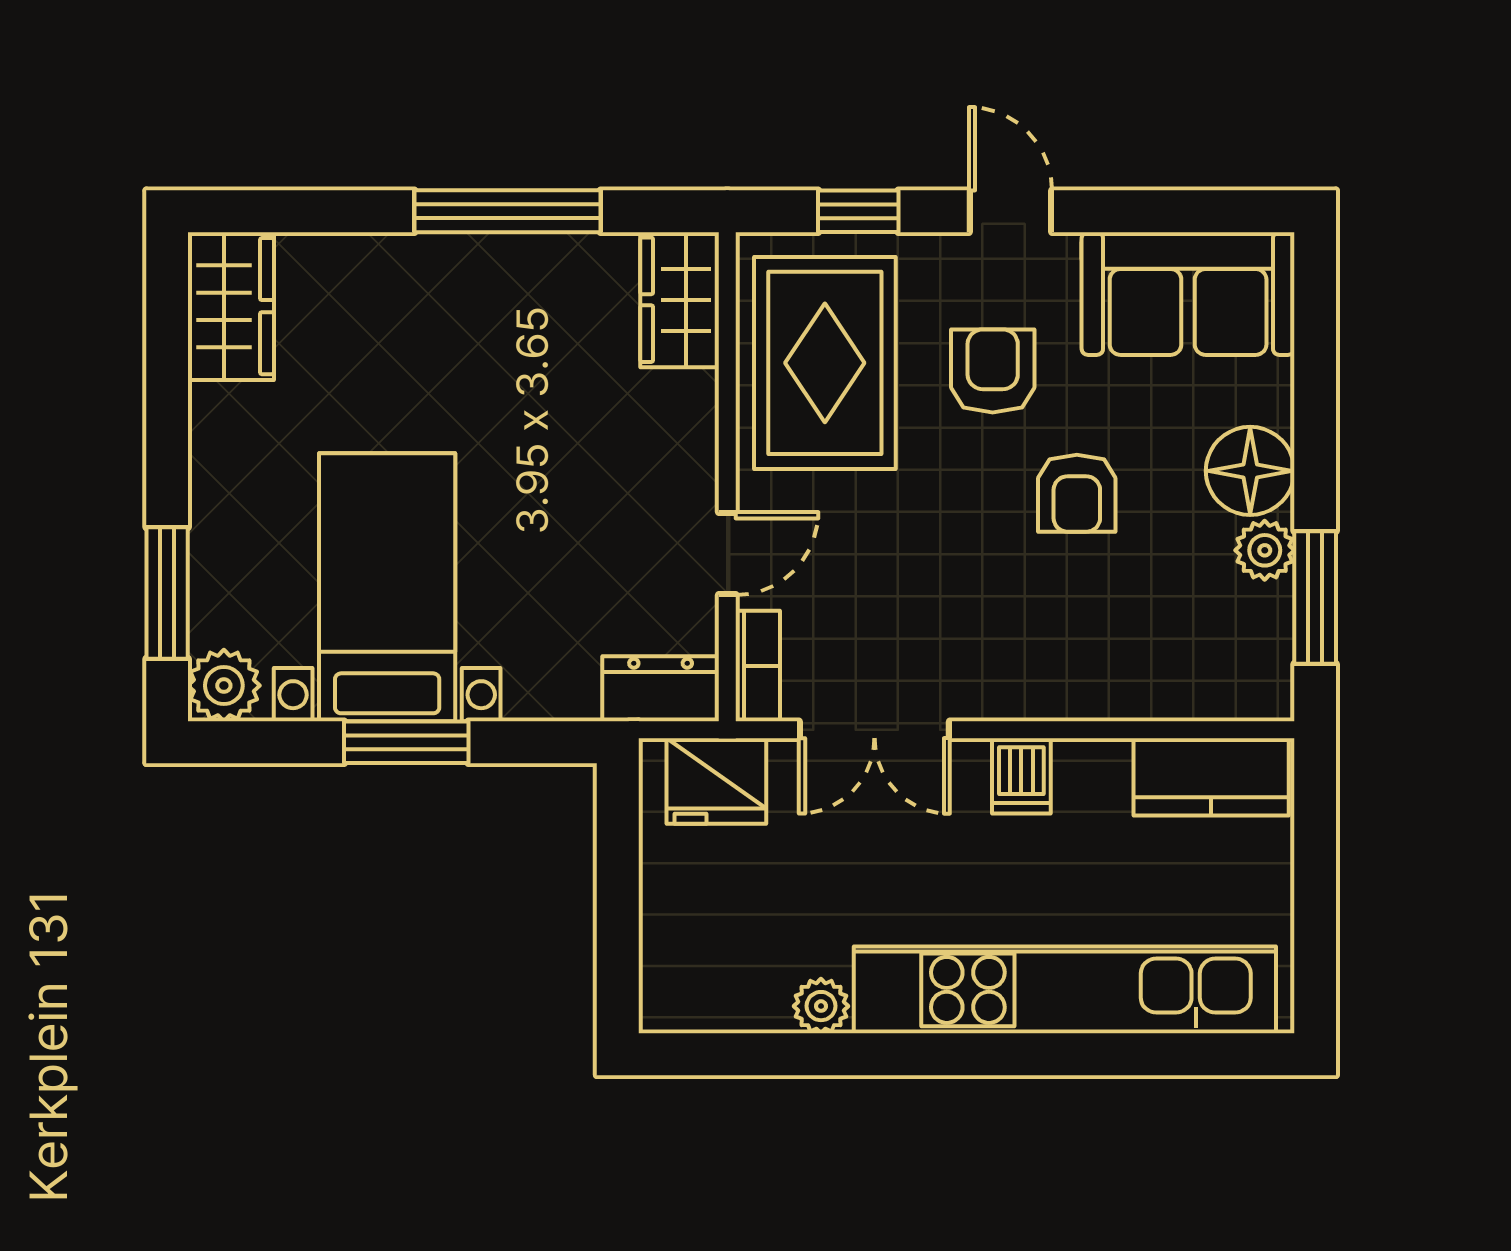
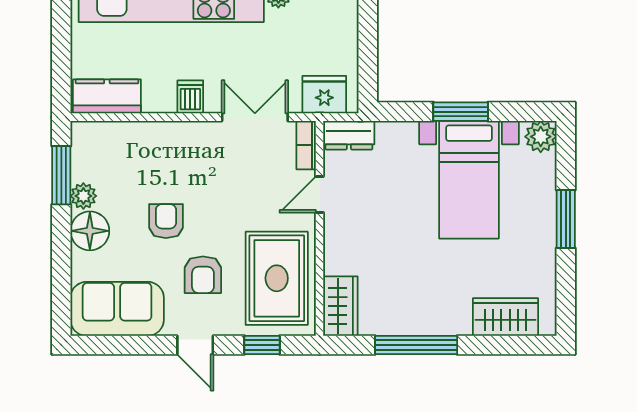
wardrobe: (231, 306) -> (505, 317), moved, turned 90
window: (167, 593) -> (566, 219), moved

